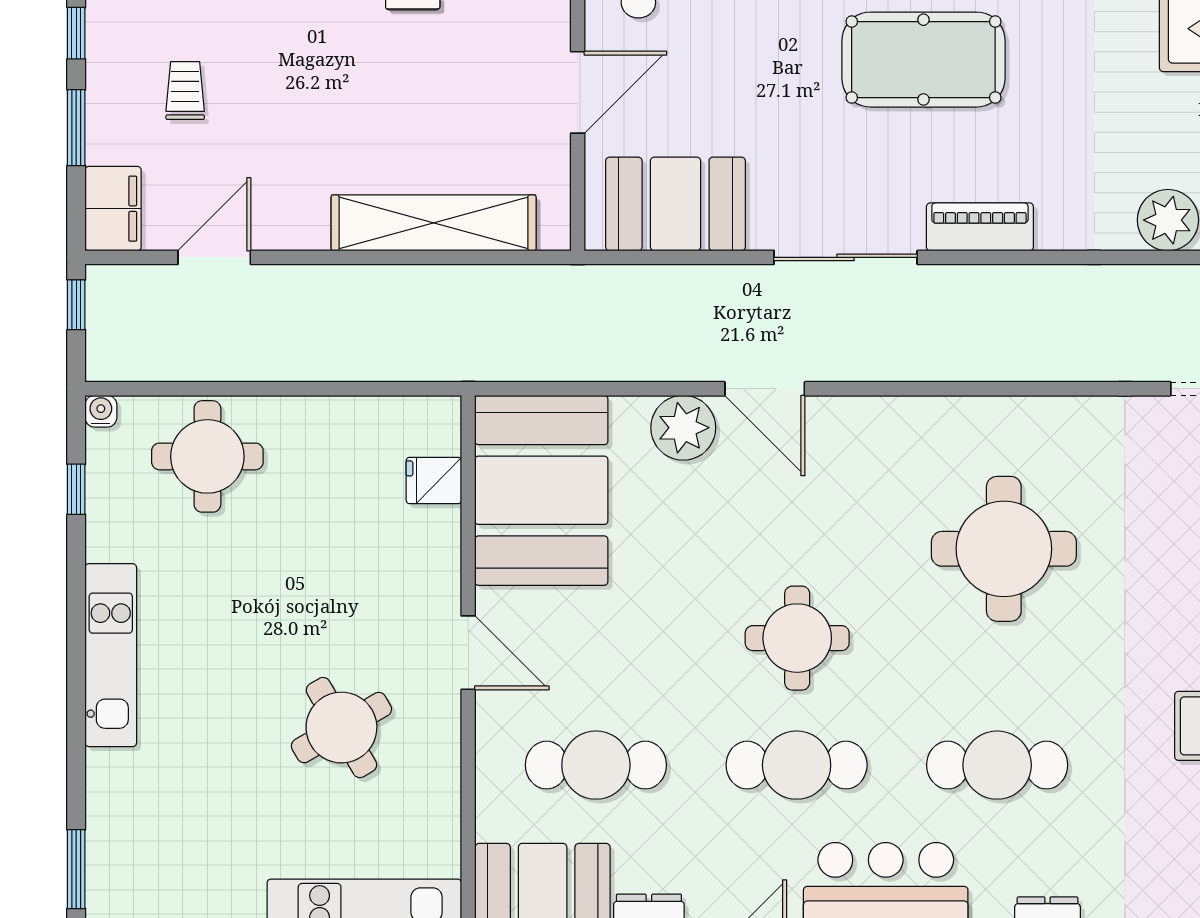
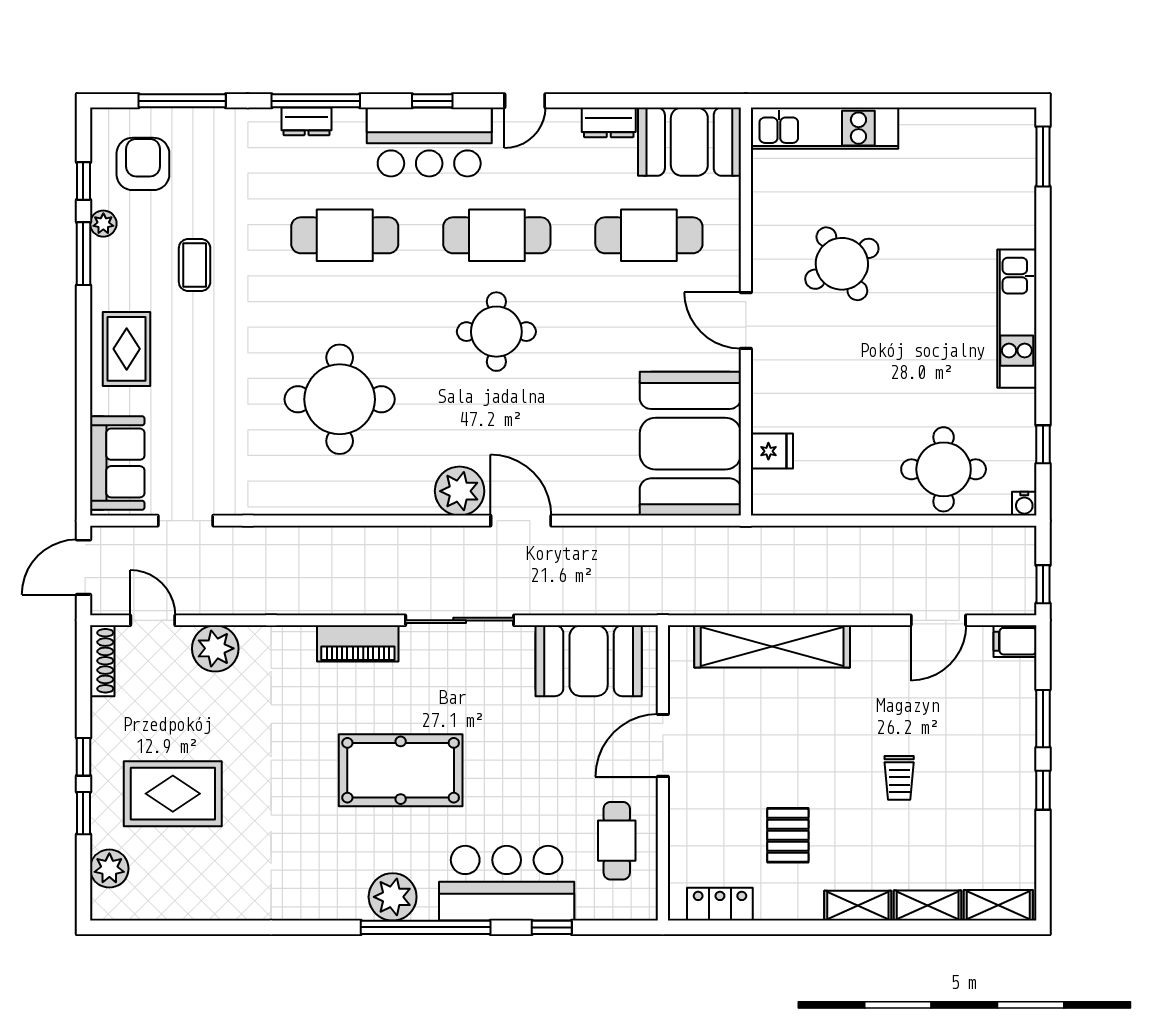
trolley: (185, 91) -> (899, 778), moved
filing cabinet: (113, 209) -> (1015, 641), width x0.50
plant: (683, 428) -> (460, 491), moved

